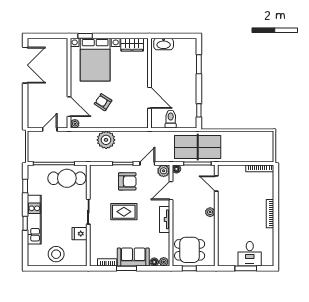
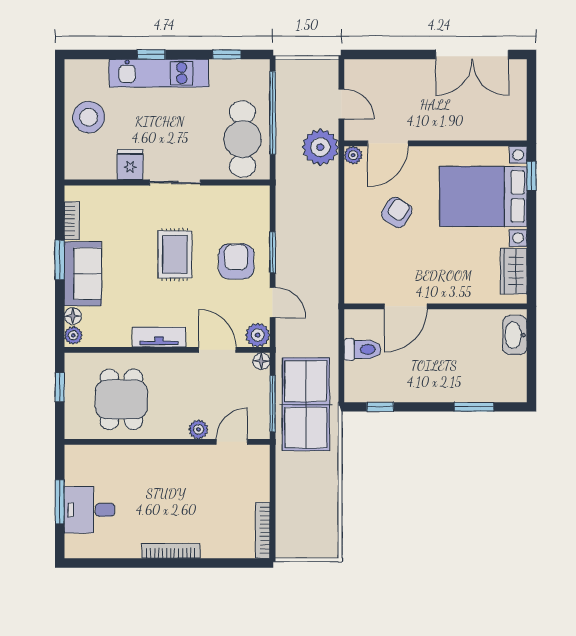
plant: (106, 140) -> (320, 147), moved
armchair: (127, 181) -> (236, 261), turned 180
plant: (210, 212) -> (198, 429), moved
dining table: (190, 250) -> (121, 399), moved

